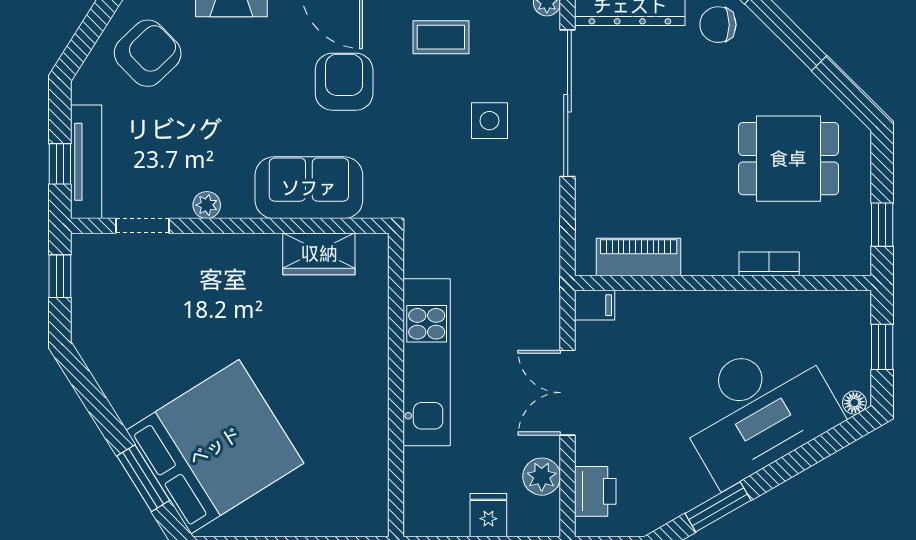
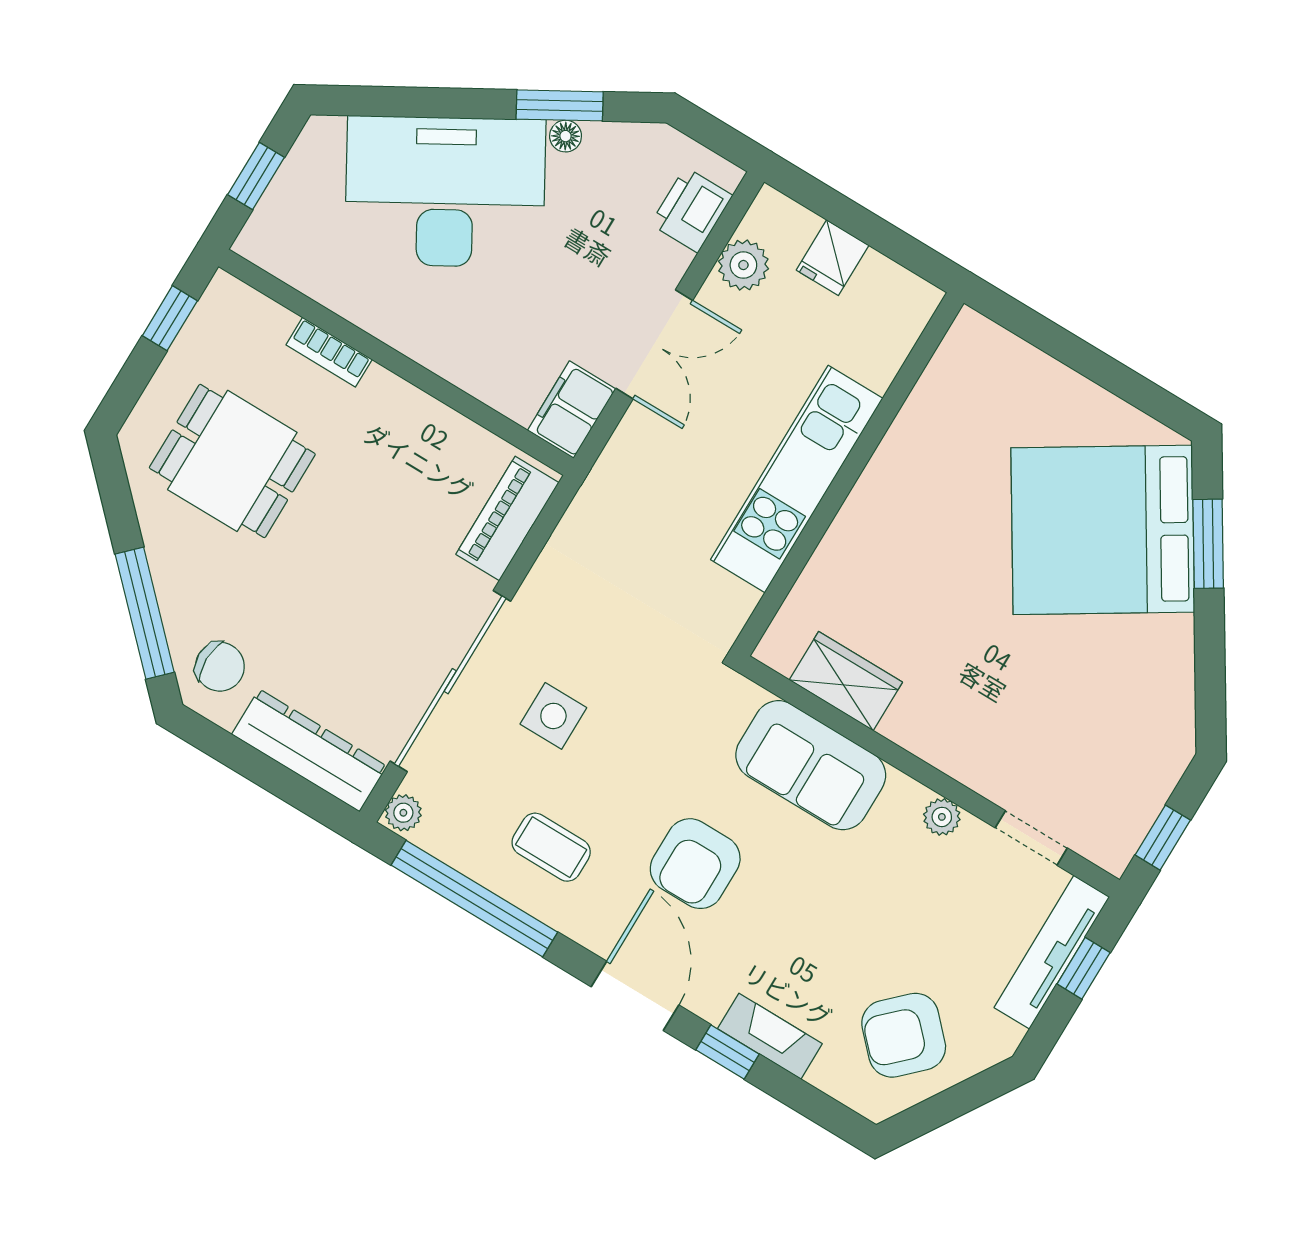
piano: (639, 257) -> (507, 518), moved, turned 90
filing cabinet: (595, 305) -> (572, 410), width x2.00
floor lamp: (854, 403) -> (566, 136), moved

